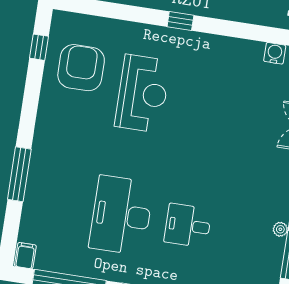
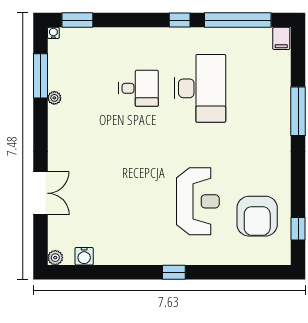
reception desk: (143, 94) -> (198, 201), turned 180

